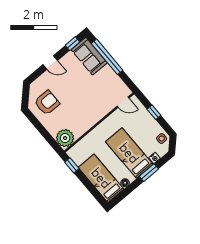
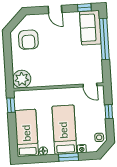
armchair: (47, 103) -> (28, 40), turned 90

